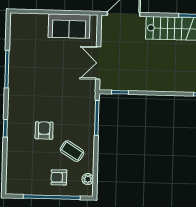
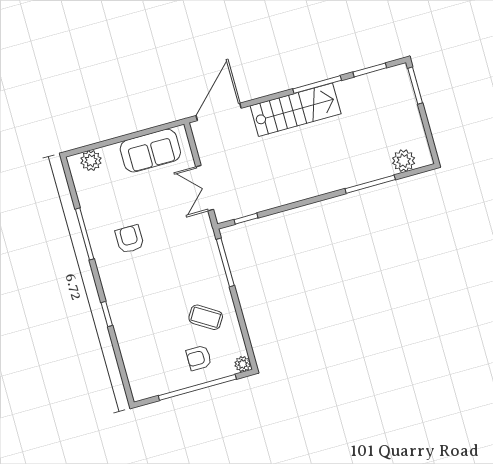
plant: (27, 21) -> (91, 161), added
armchair: (44, 130) -> (130, 239), moved
plant: (88, 179) -> (243, 364), moved

